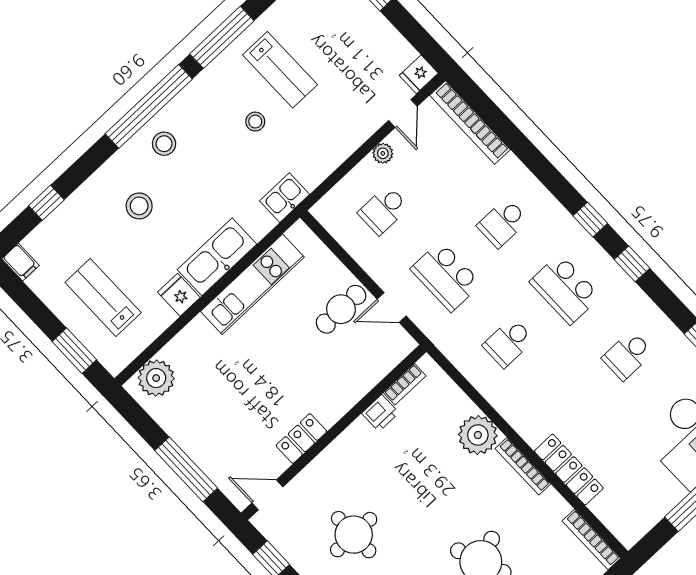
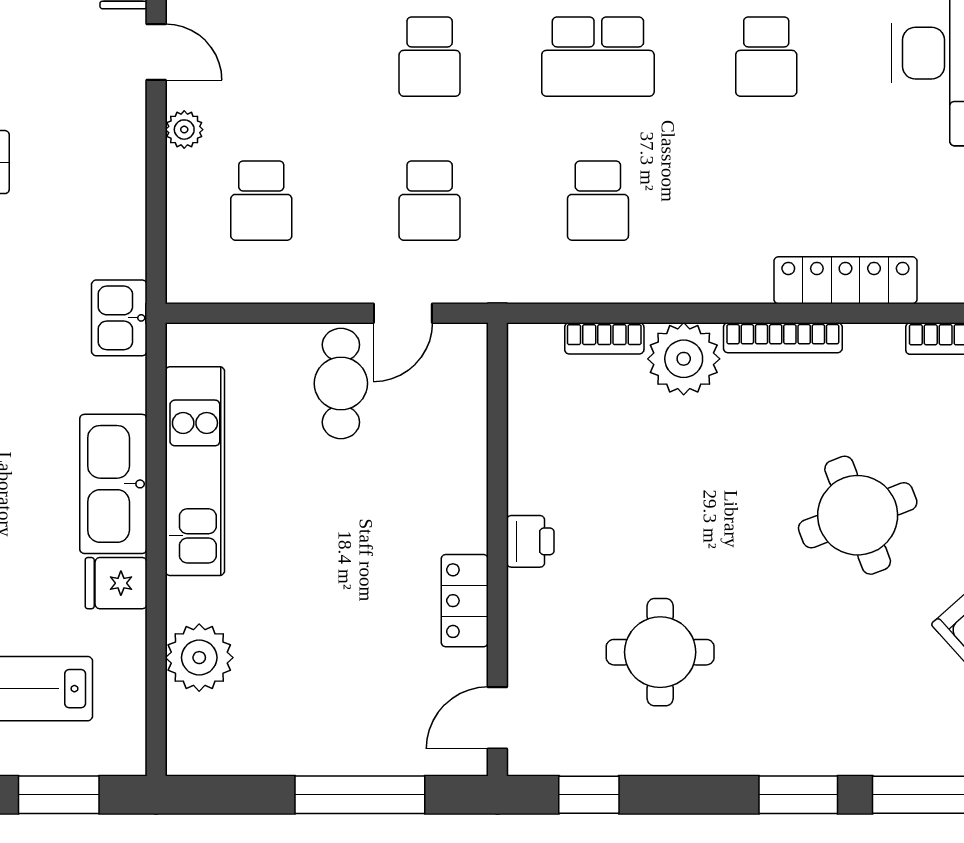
school desk: (446, 276) -> (430, 201), width x0.54
plant: (156, 378) -> (199, 658), moved
bookcase: (405, 384) -> (604, 338), moved, turned 90
printer: (380, 413) -> (530, 541), moved

